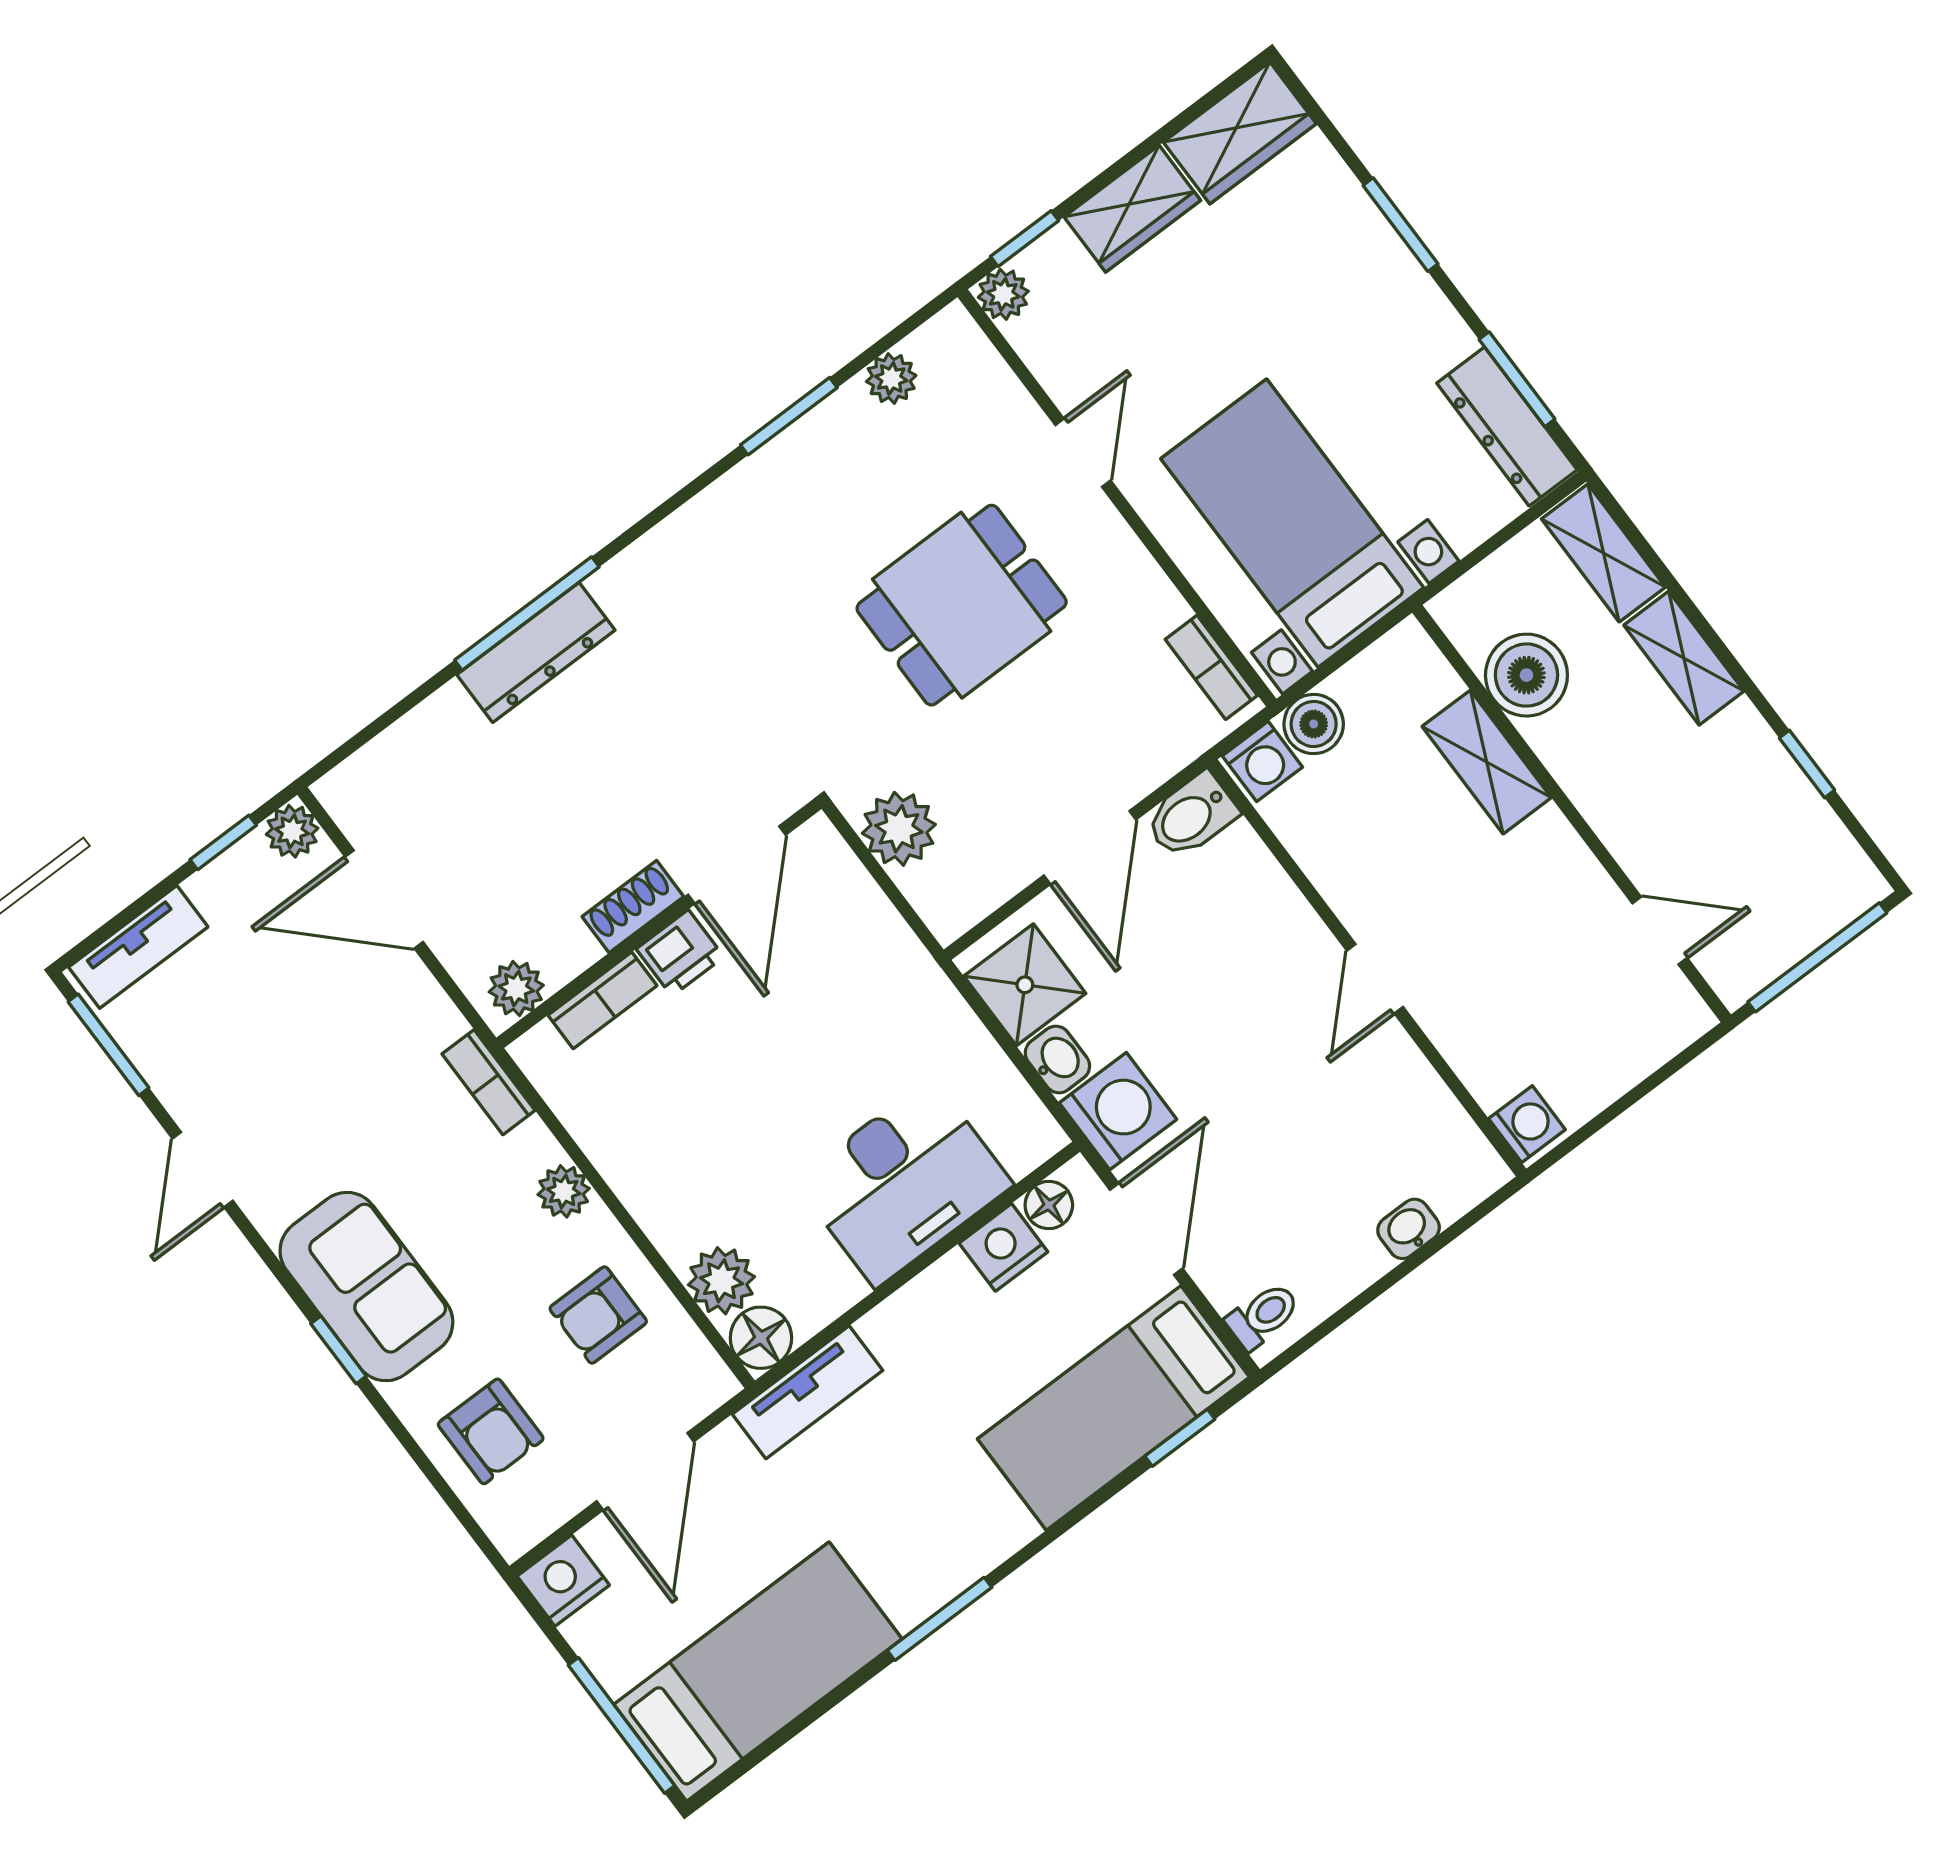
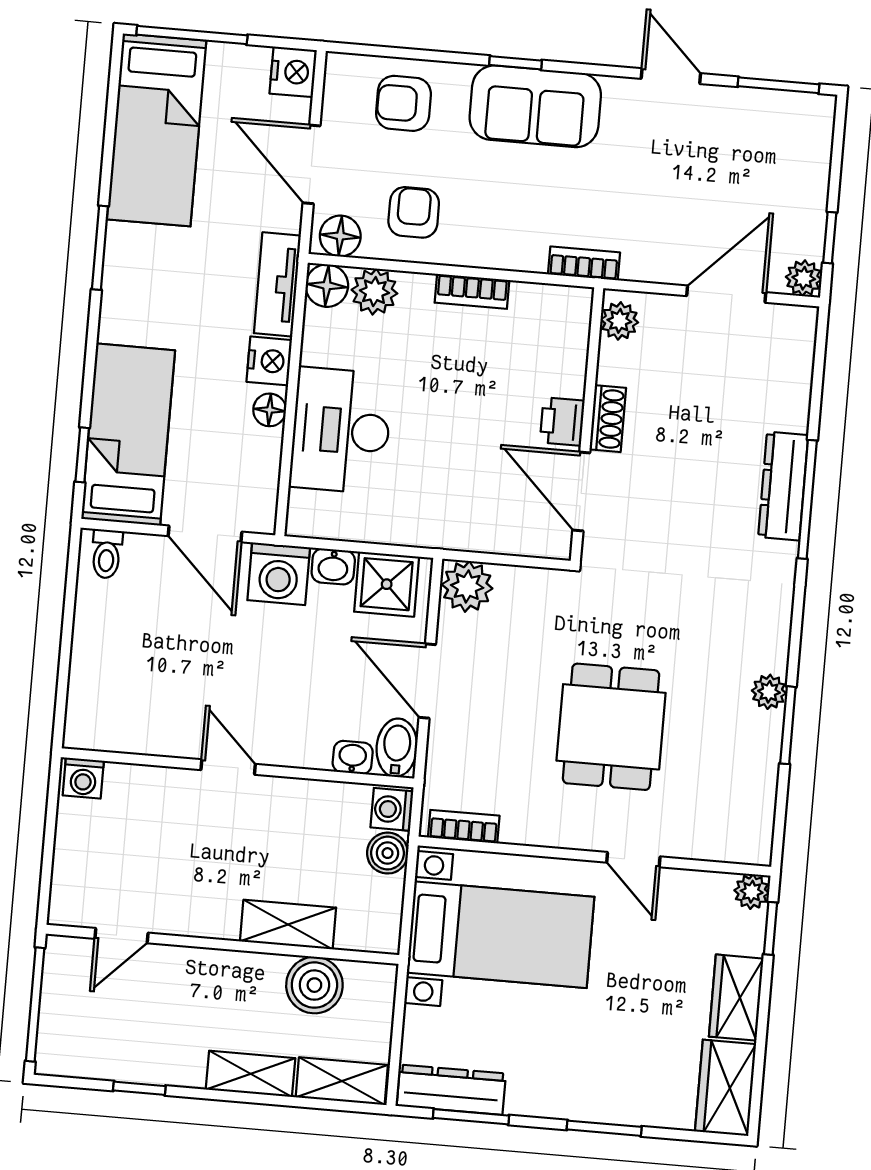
plant: (891, 378) -> (769, 692), moved
plant: (899, 829) -> (467, 586), moved
tv unit: (138, 947) -> (815, 146), removed
bookcase: (602, 1000) -> (472, 291), moved, turned -90
plant: (564, 1191) -> (493, 252), removed
floor lamp: (1049, 1205) -> (270, 410), moved
washbasin: (1409, 1229) -> (353, 757), moved, turned -90
nightstand: (1003, 1247) -> (269, 361), moved
floor lamp: (695, 1371) -> (340, 236), added

